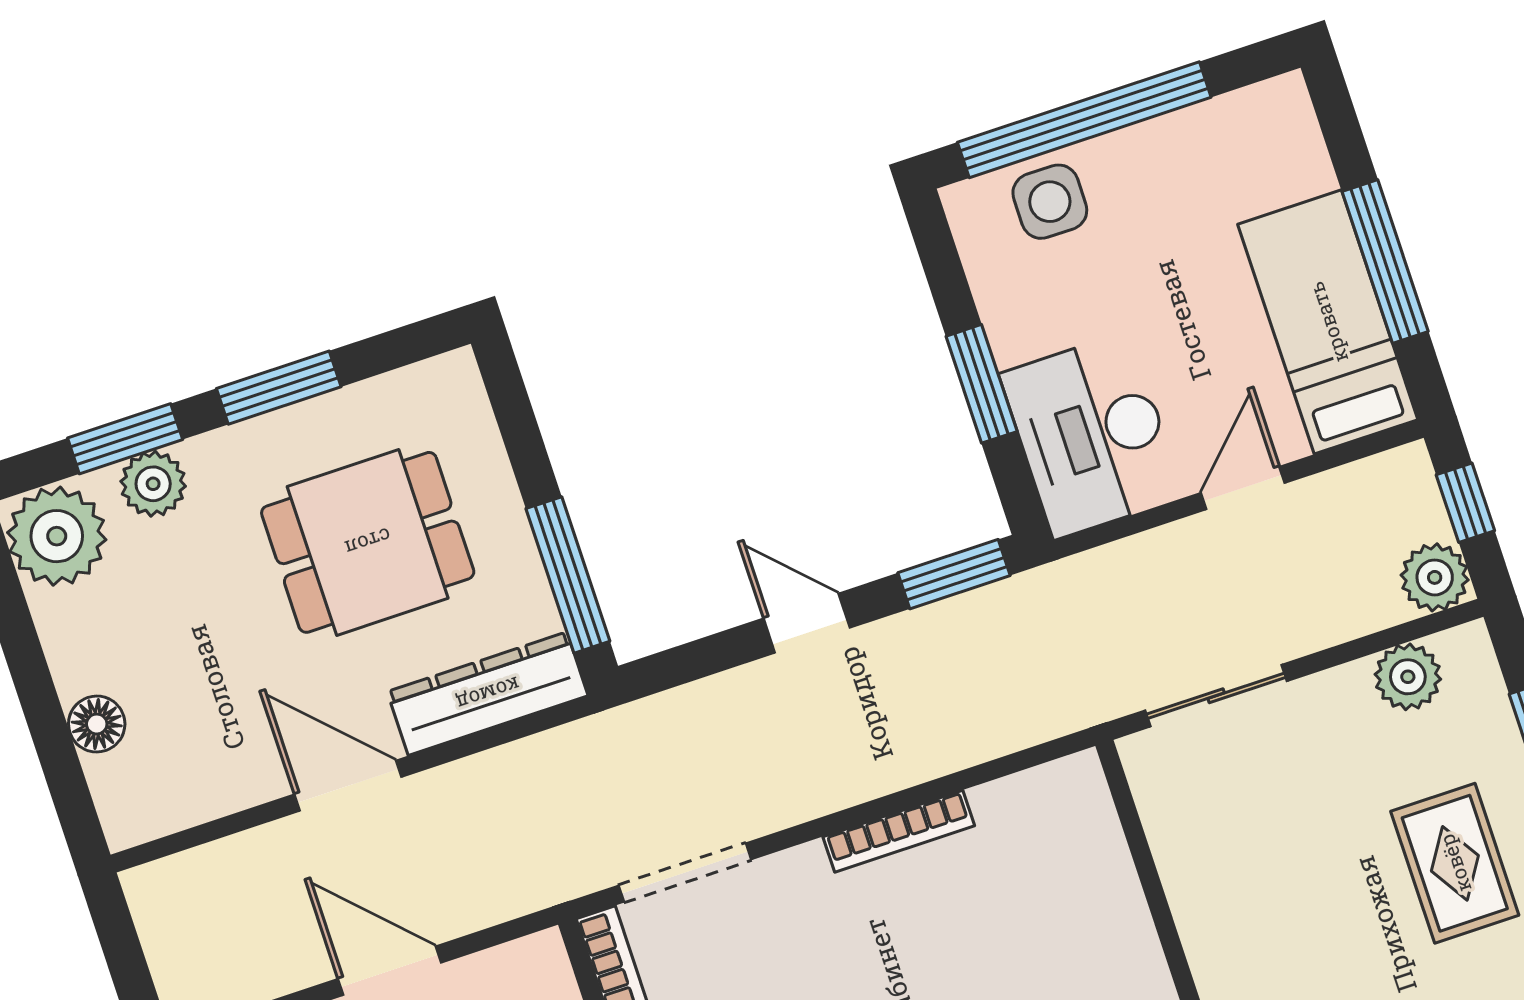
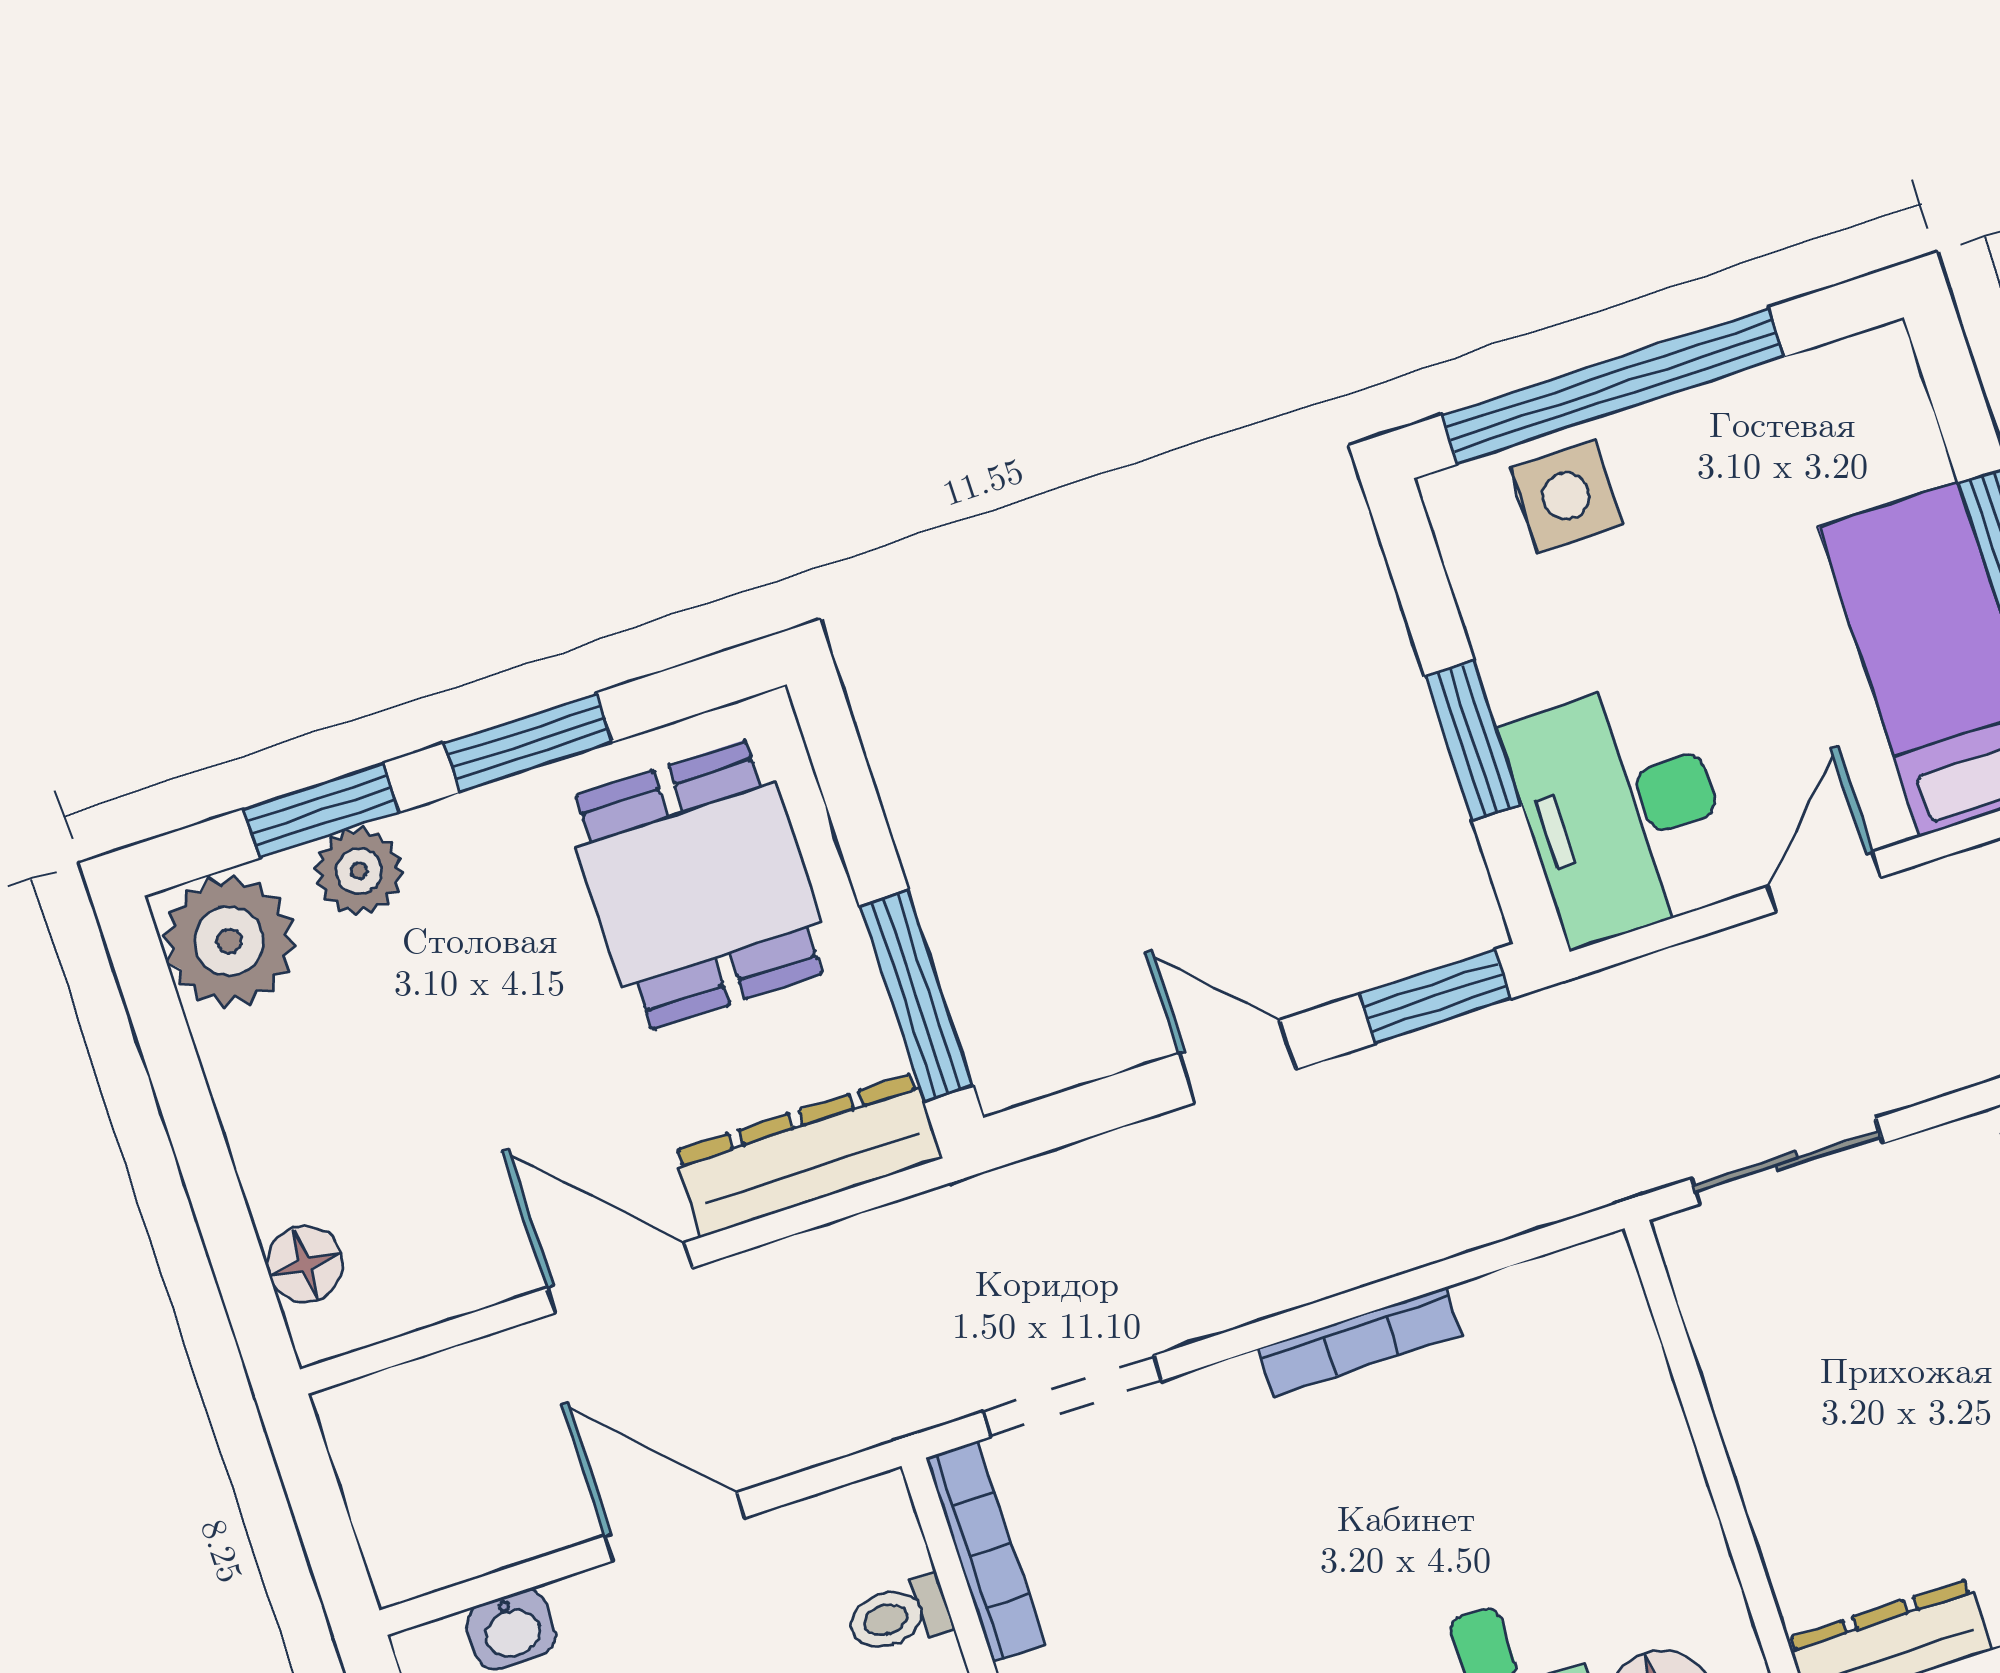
dining table: (368, 542) -> (699, 885), moved, turned 90
floor lamp: (97, 724) -> (305, 1264), moved

